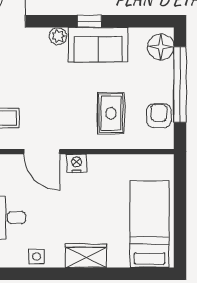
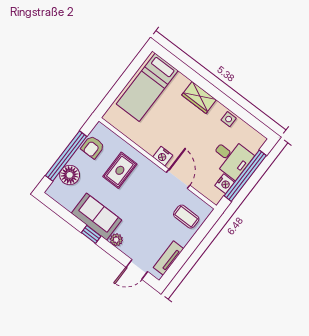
floor lamp: (161, 47) -> (70, 175), moved

